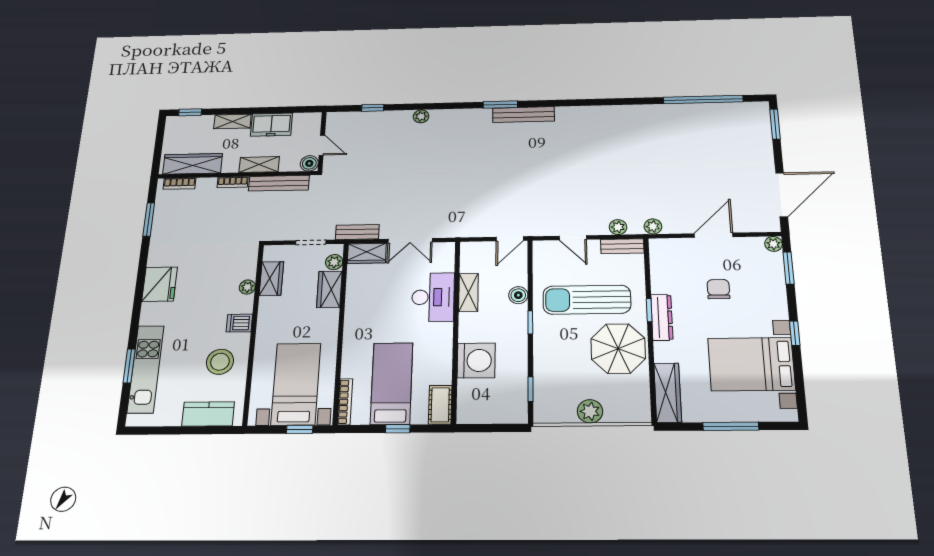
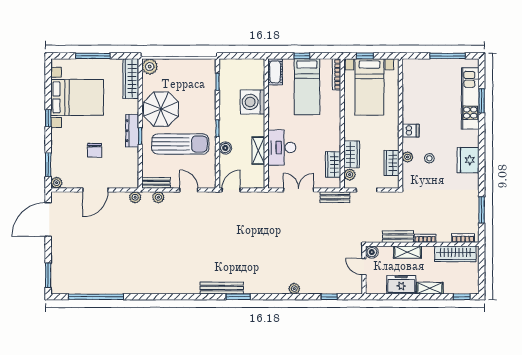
bench: (279, 183) -> (398, 237), width x0.73
wardrobe: (367, 253) -> (333, 165), moved, turned -90
stool: (220, 362) -> (429, 158), moved, width x0.53, depth x0.53
plant: (590, 411) -> (150, 66), moved
kitchen counter: (208, 414) -> (425, 67), removed
window: (172, 430) -> (448, 56), added

